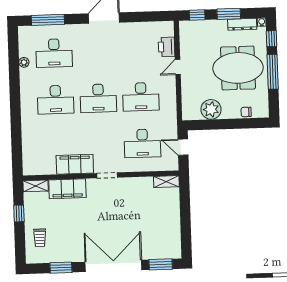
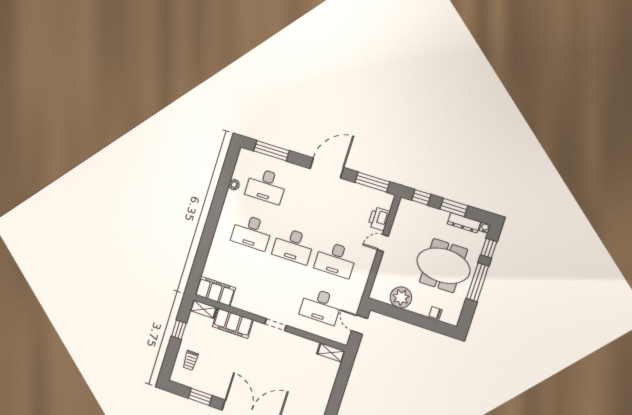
window: (149, 17) -> (372, 182), added
filing cabinet: (75, 164) -> (215, 291), moved

